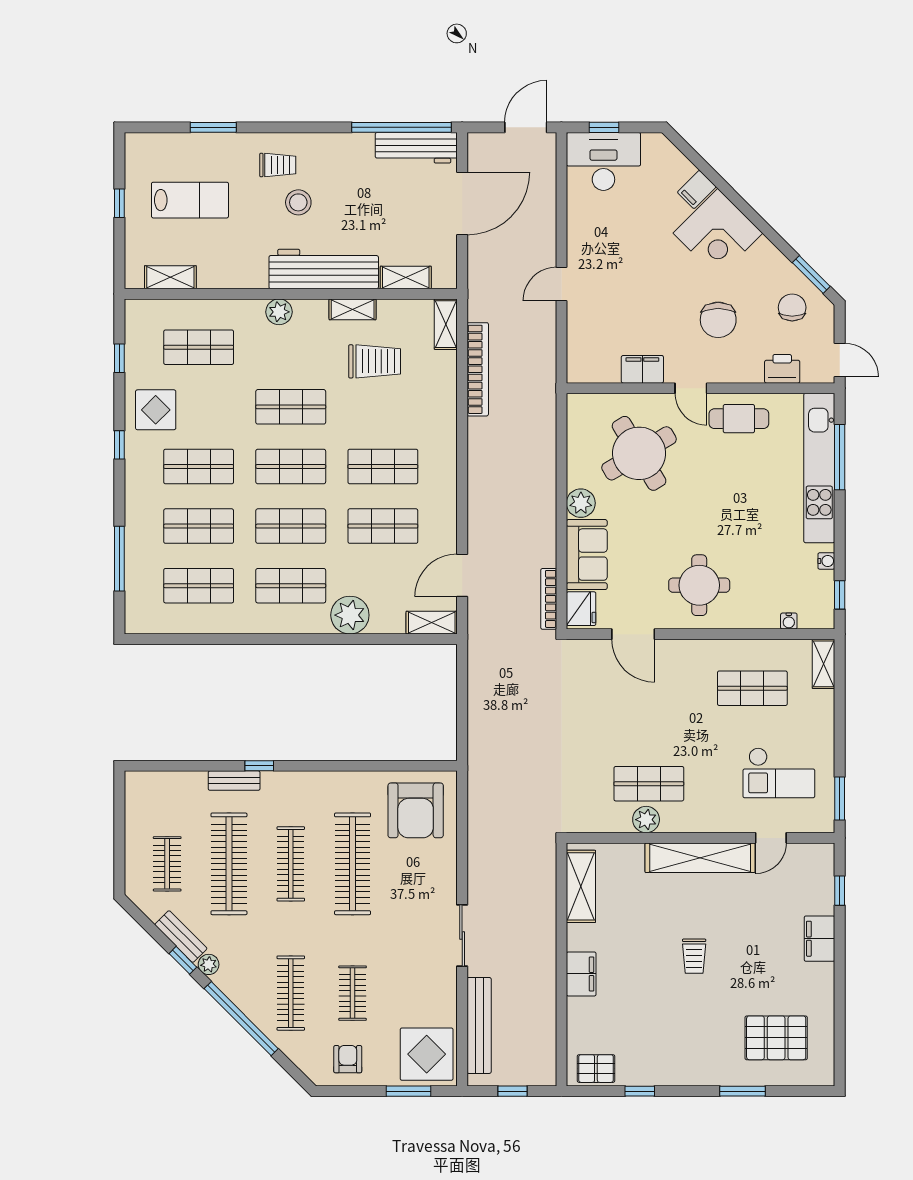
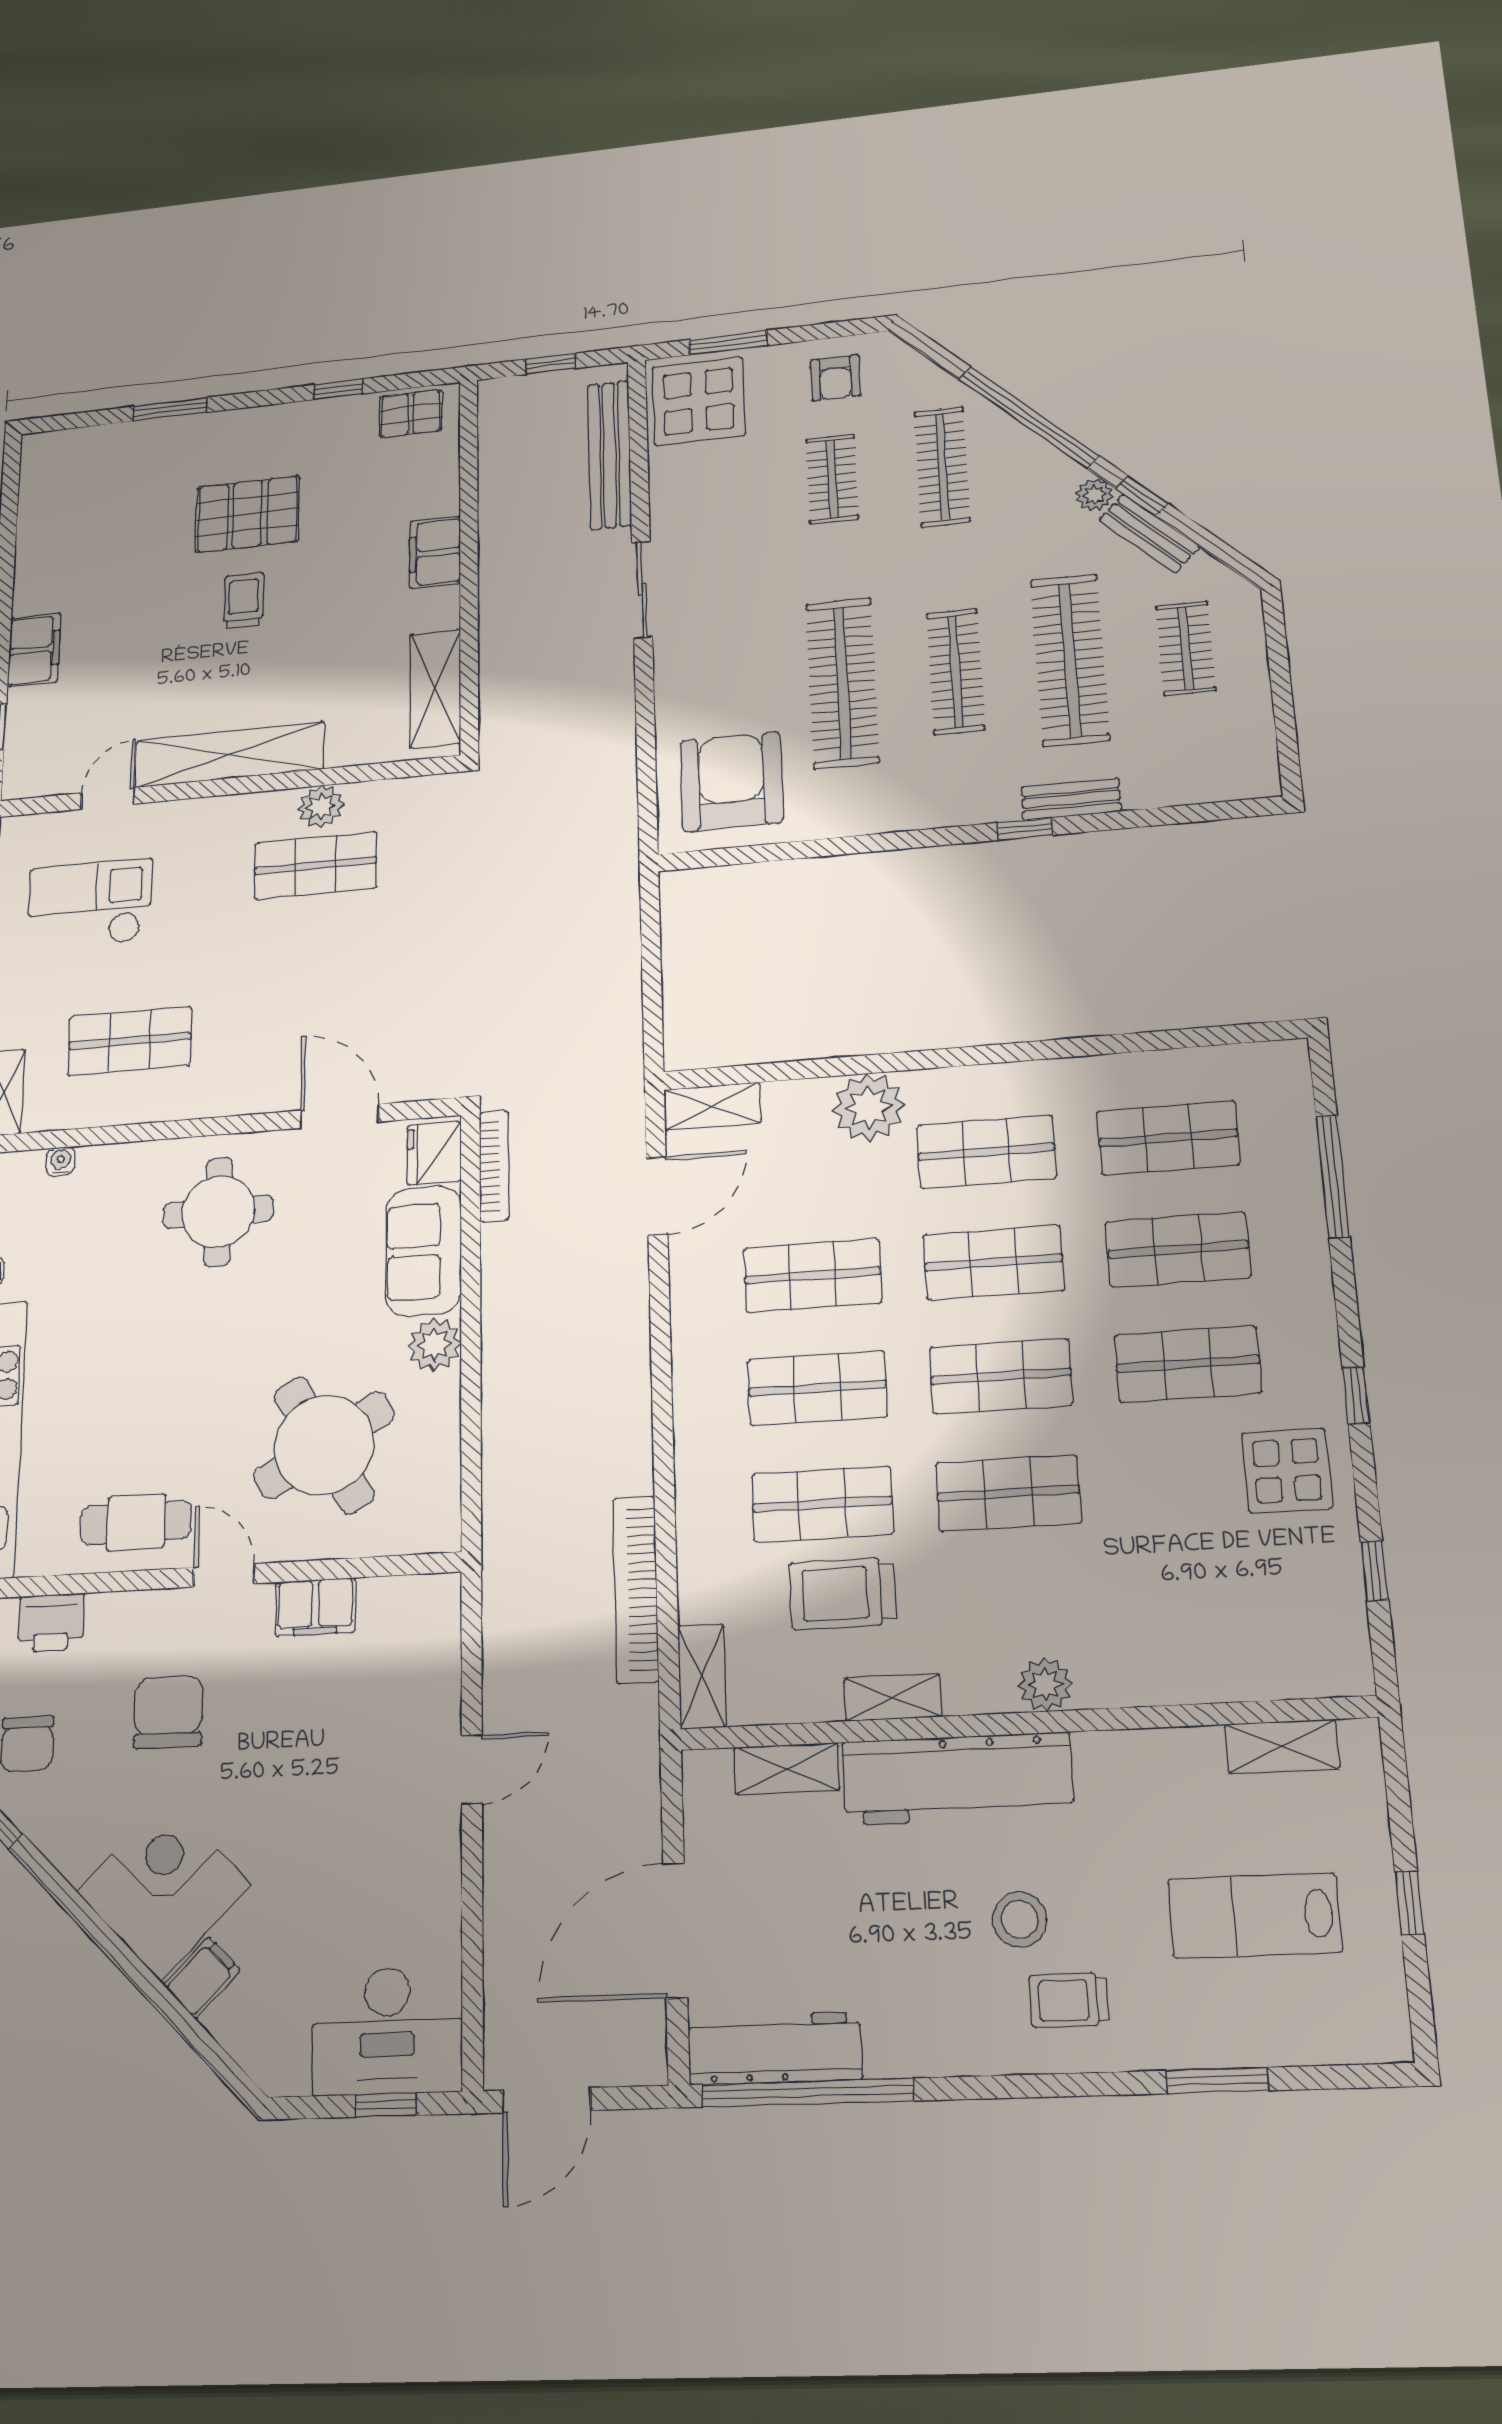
shop shelf: (199, 347) -> (822, 1504), moved
pallet: (776, 1038) -> (247, 514), moved

